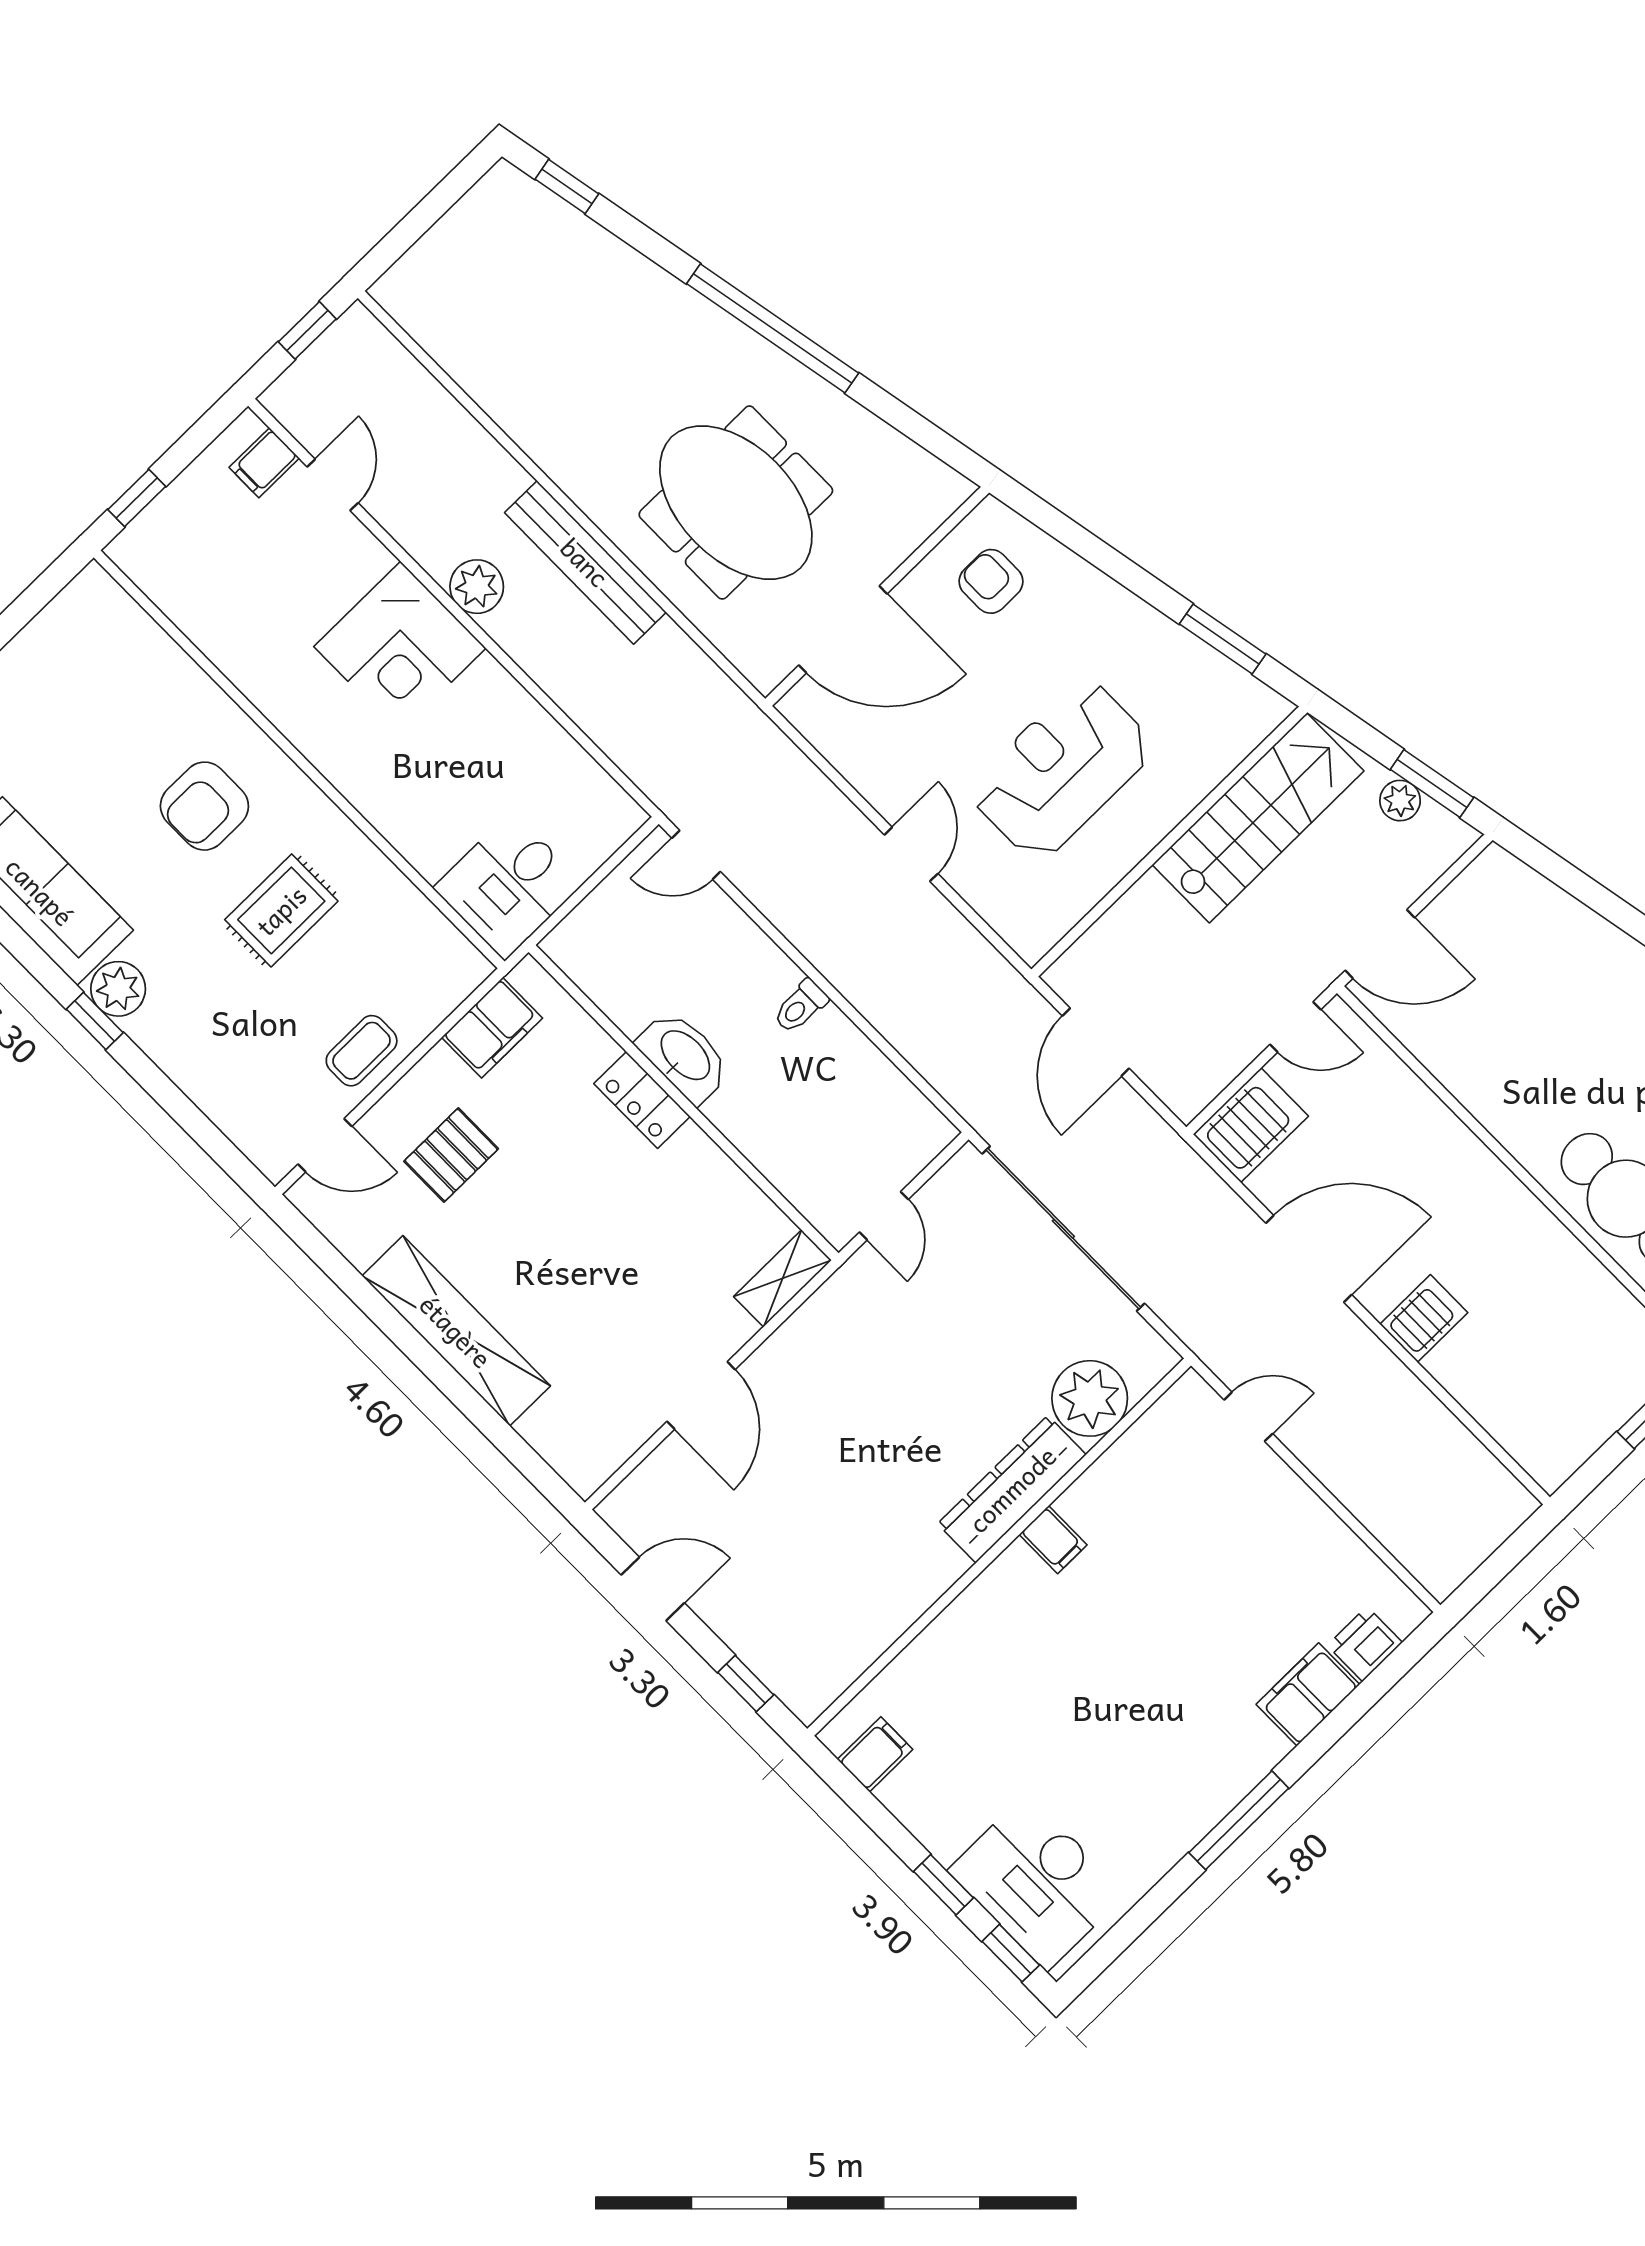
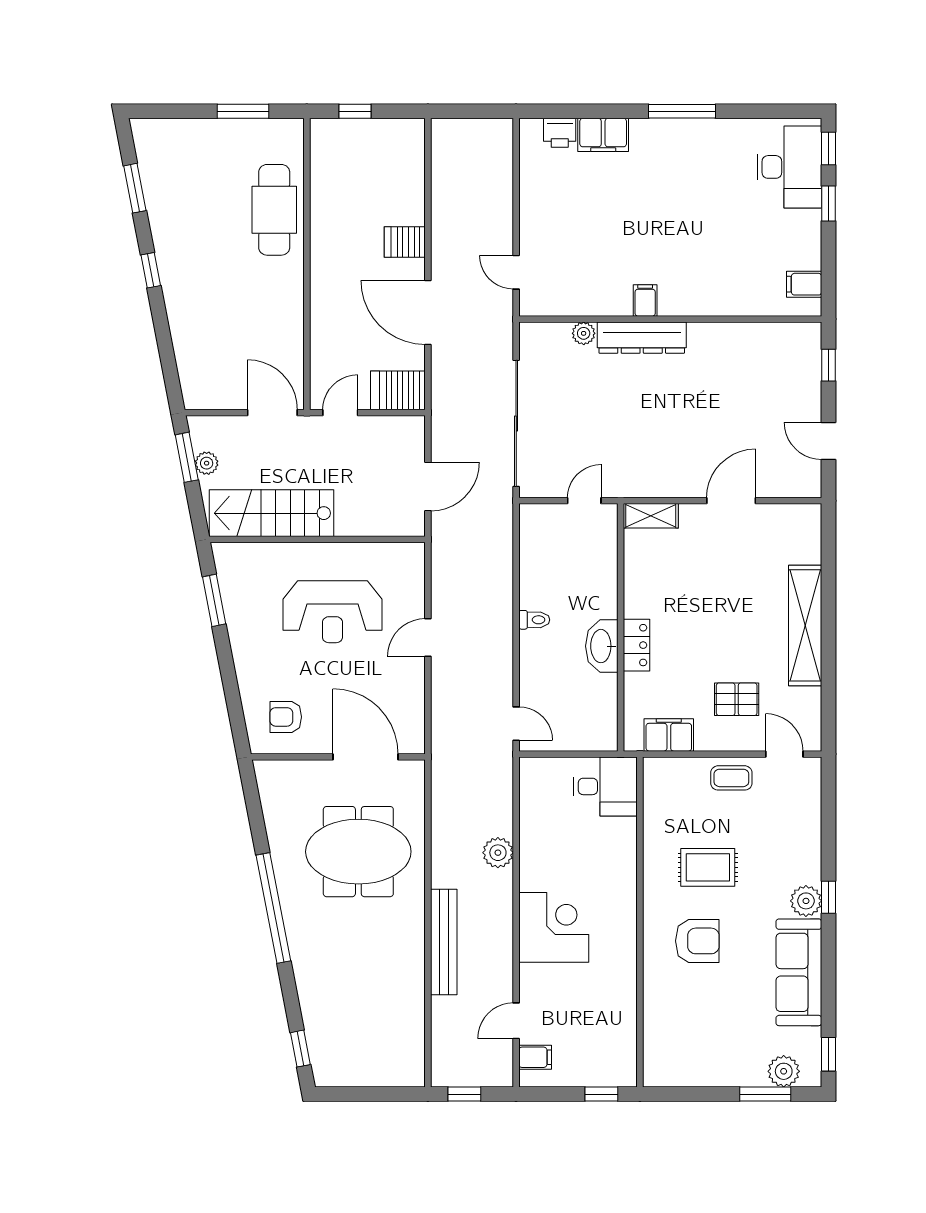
meeting table: (736, 503) -> (358, 852), turned 90
bench: (585, 562) -> (444, 942), moved
armchair: (991, 581) -> (286, 717), turned 90
plant: (477, 587) -> (498, 853), moved
door: (1295, 1027) -> (340, 413), hinge flipped
plant: (1090, 1398) -> (584, 333), width x0.53, depth x0.53

